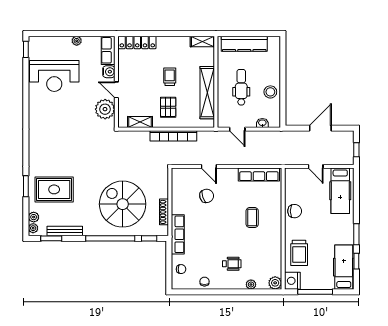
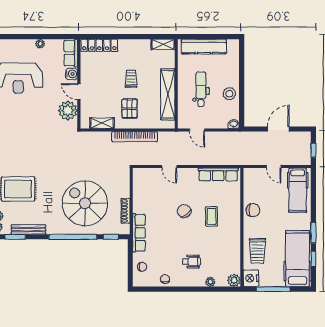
washbasin: (262, 123) -> (234, 124), moved
chair: (207, 196) -> (184, 211), moved, turned -110
hospital bed: (344, 267) -> (298, 259), width x1.37, depth x1.29

